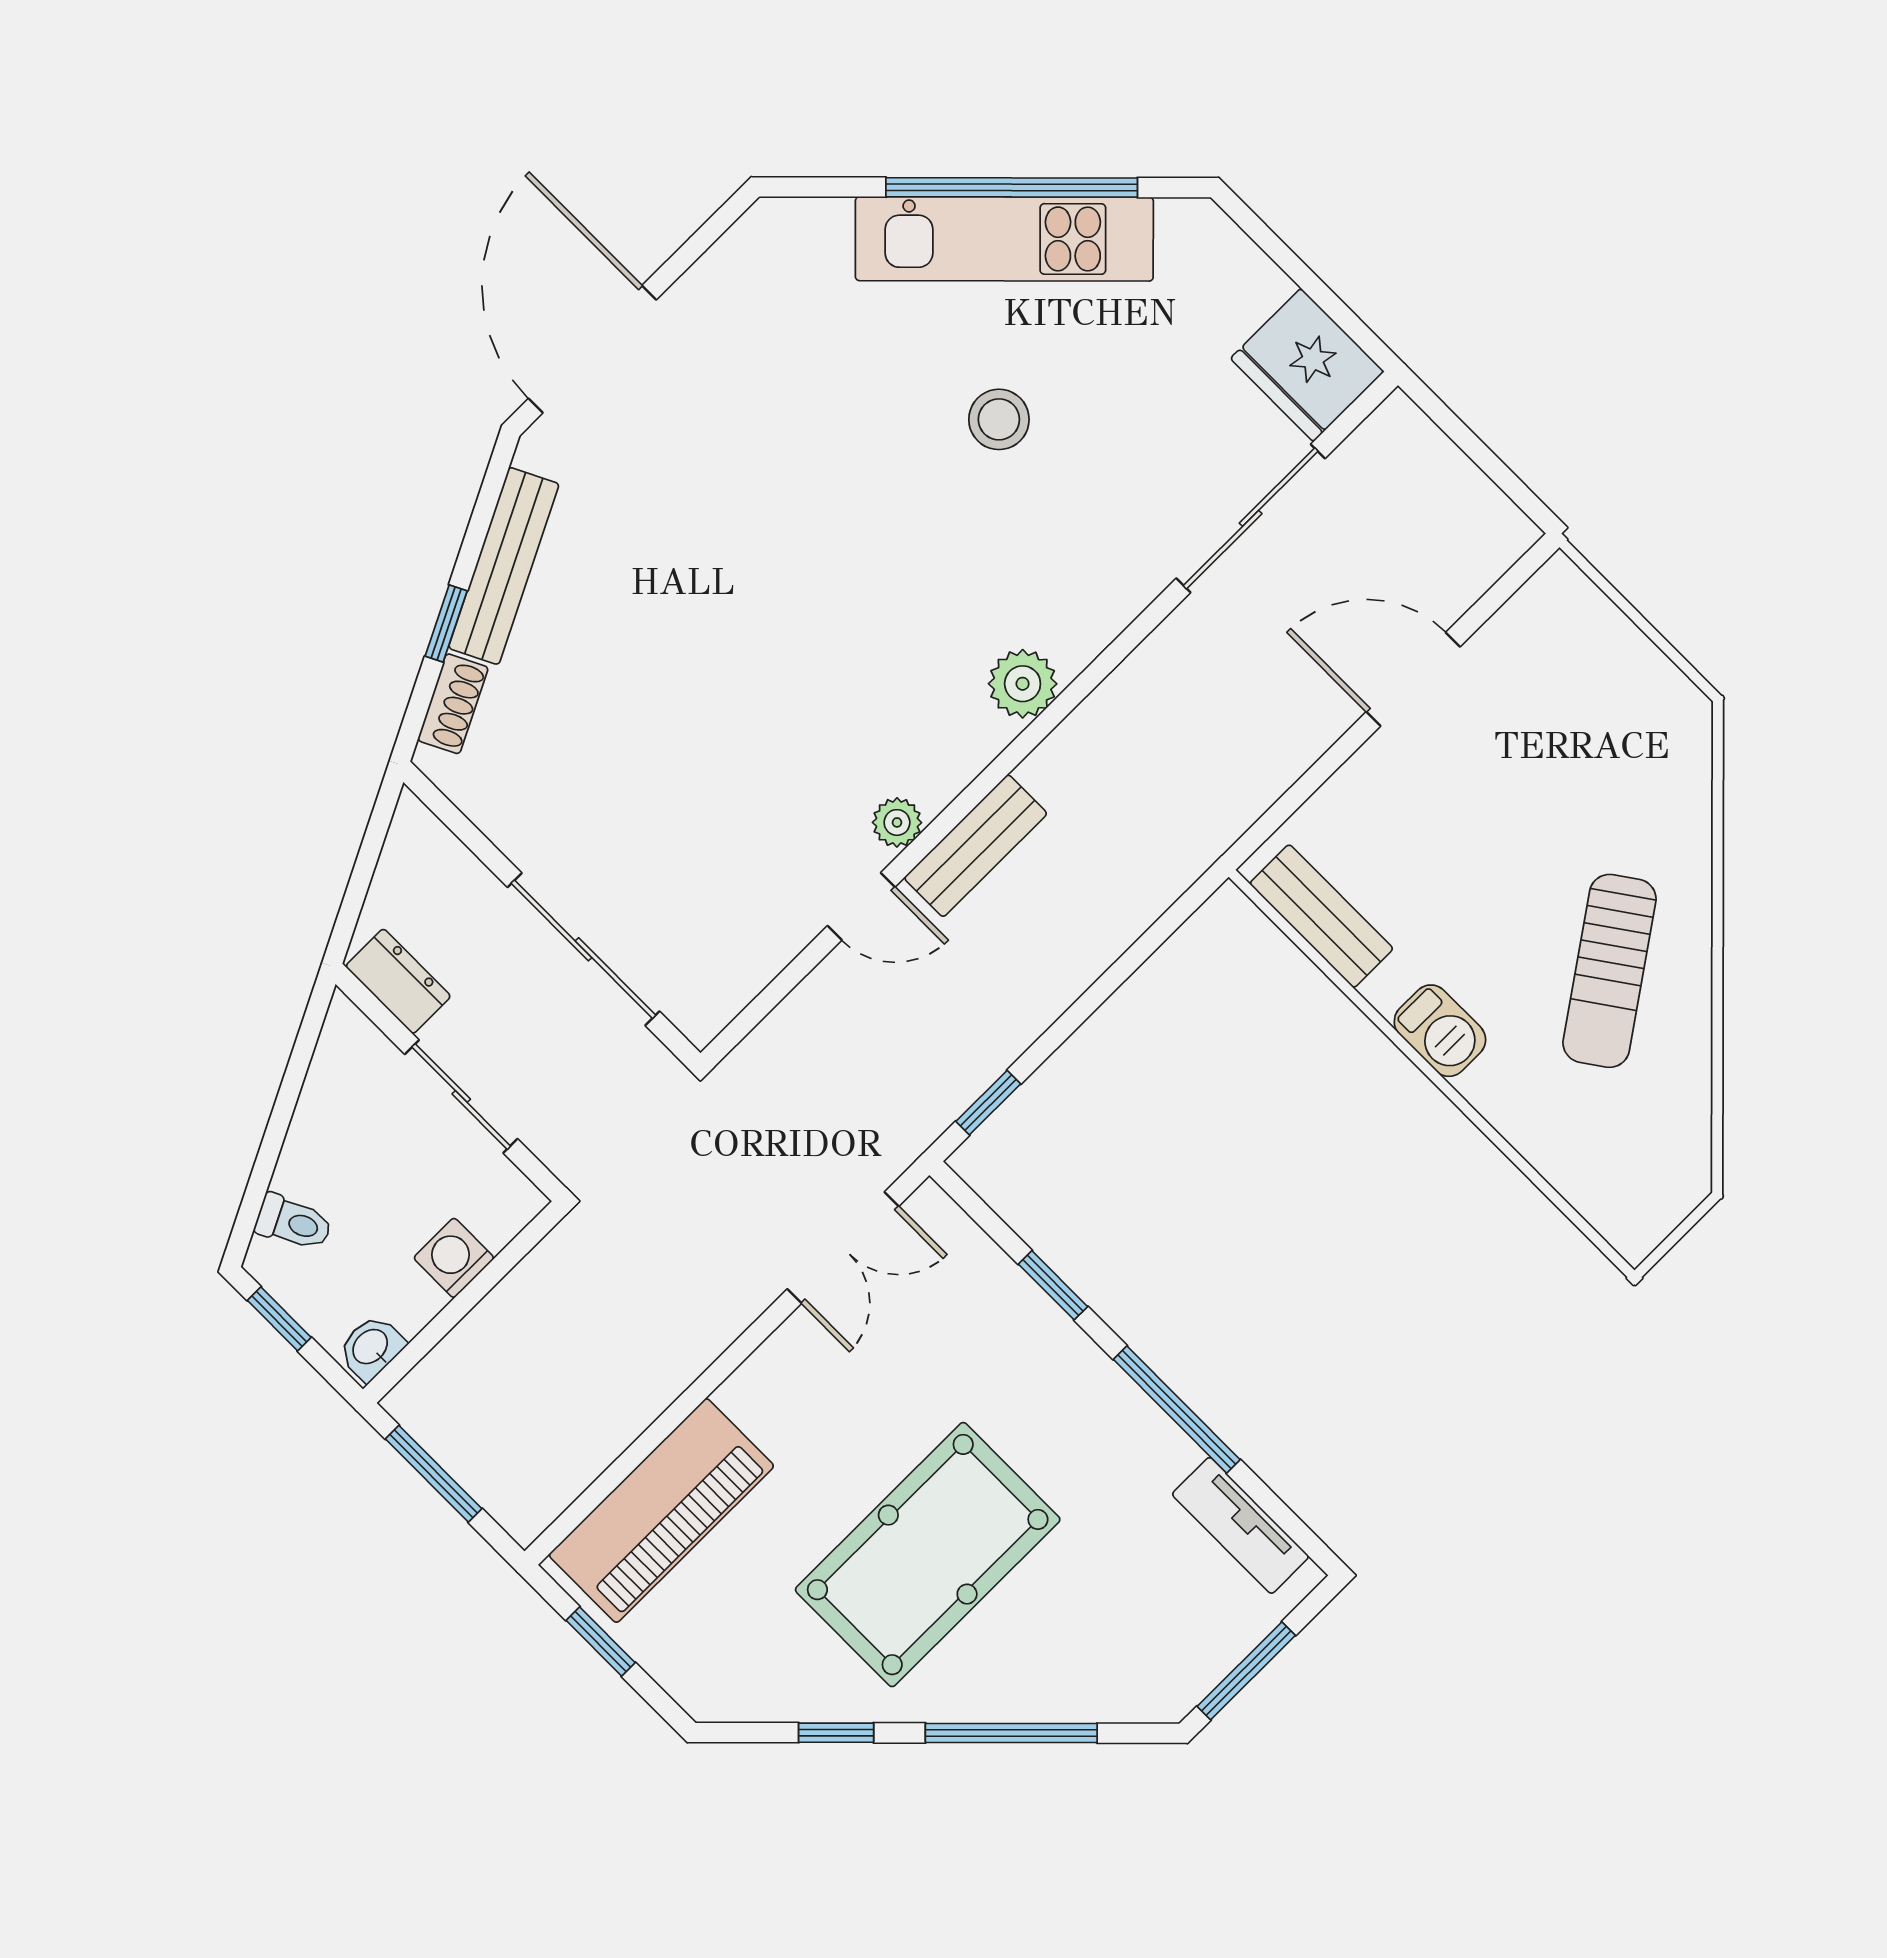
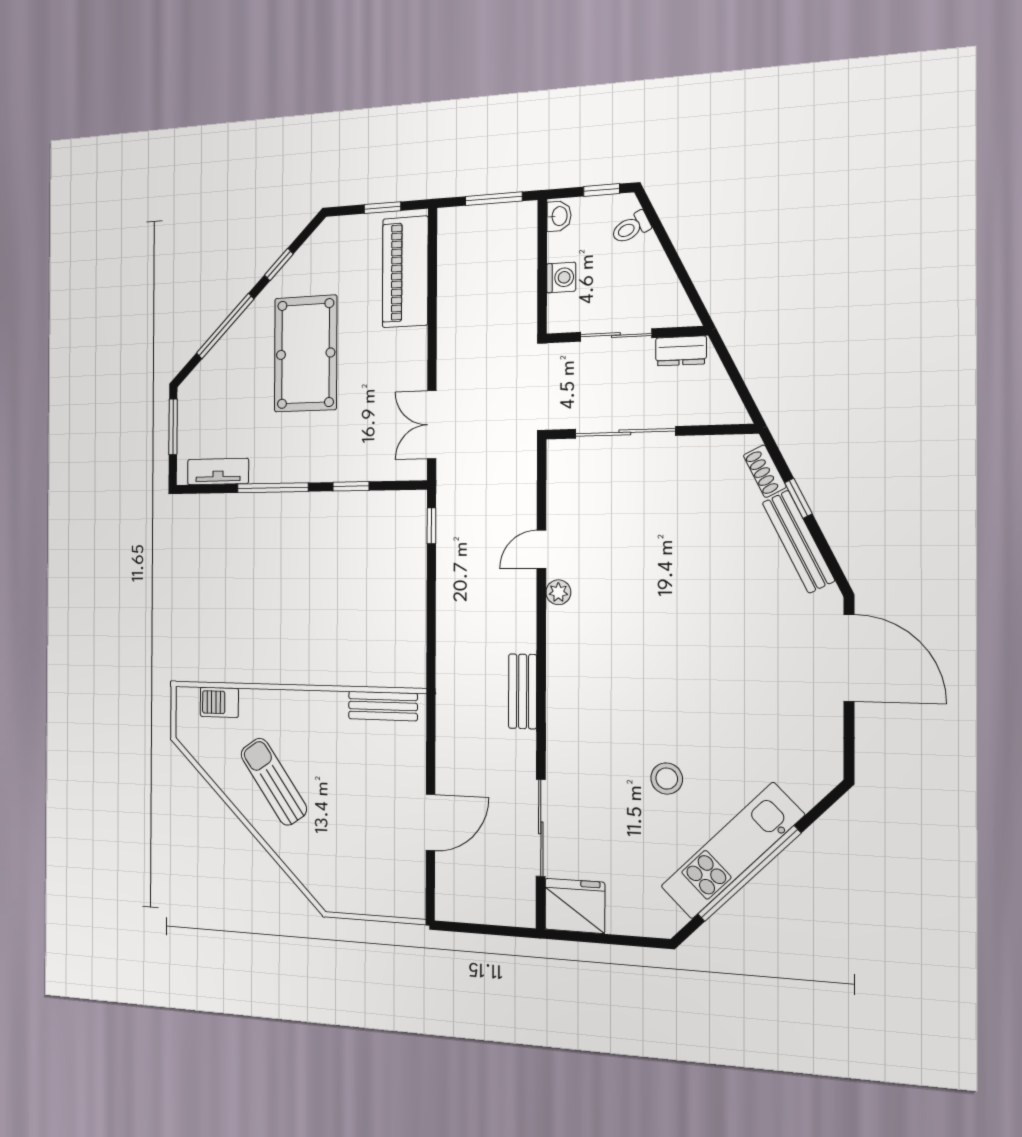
plant: (1023, 684) -> (563, 687), removed
bench: (976, 846) -> (523, 691), moved
barbecue: (1440, 1031) -> (219, 702), moved

